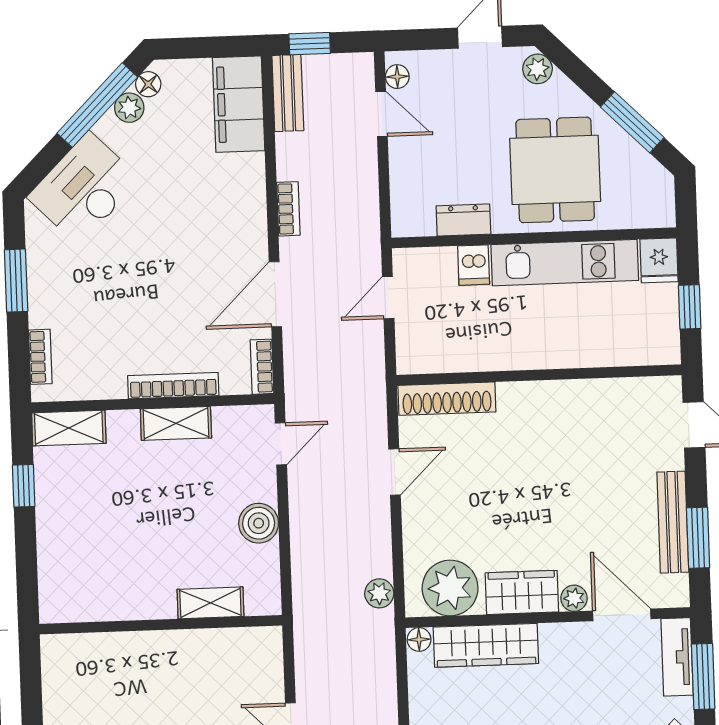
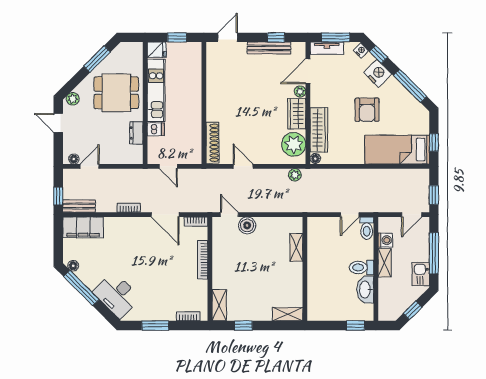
plant: (129, 108) -> (83, 274), removed
shelving: (176, 423) -> (288, 314), moved, turned 90
boiler: (259, 523) -> (247, 225), moved
window: (698, 538) -> (276, 37), width x0.67

